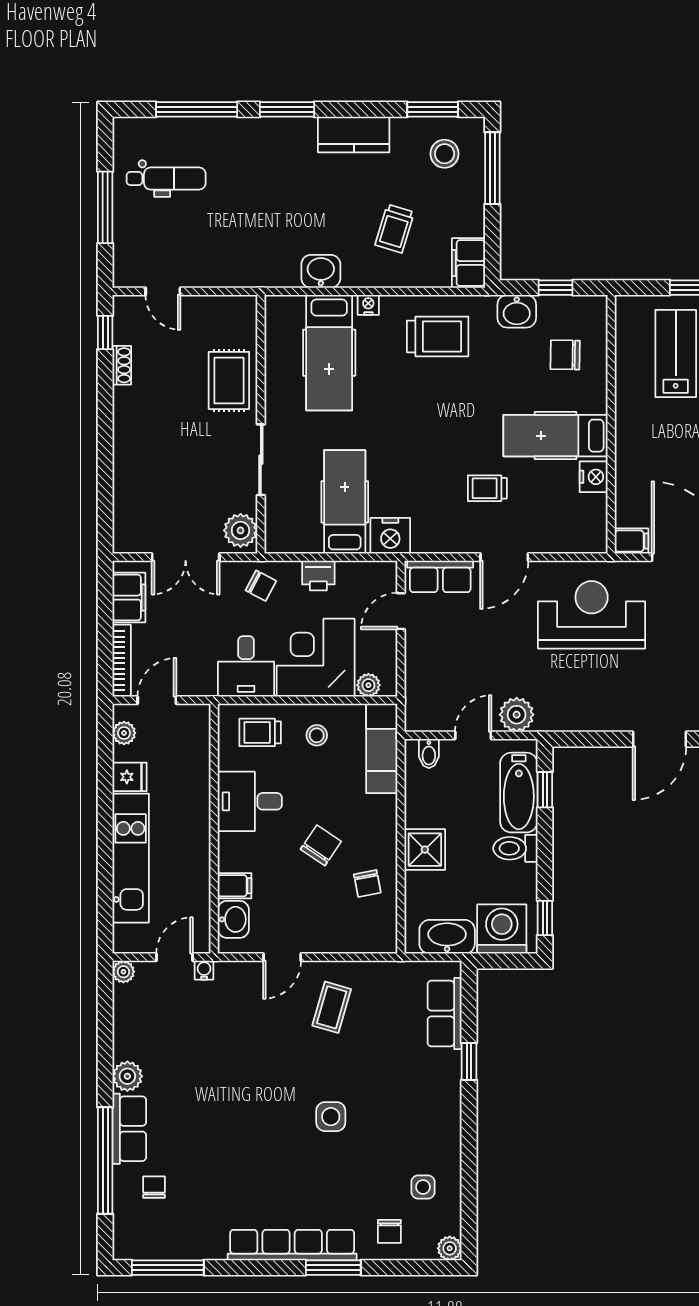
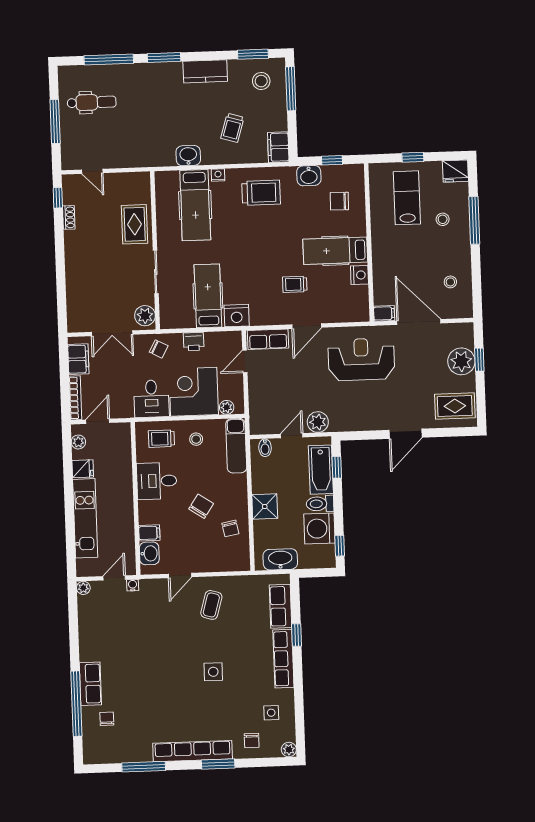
washing machine: (502, 929) -> (319, 528), moved, turned -90
plant: (127, 1076) -> (88, 652), removed
row of seats: (446, 1099) -> (283, 659), added
window: (168, 1268) -> (144, 767), moved

